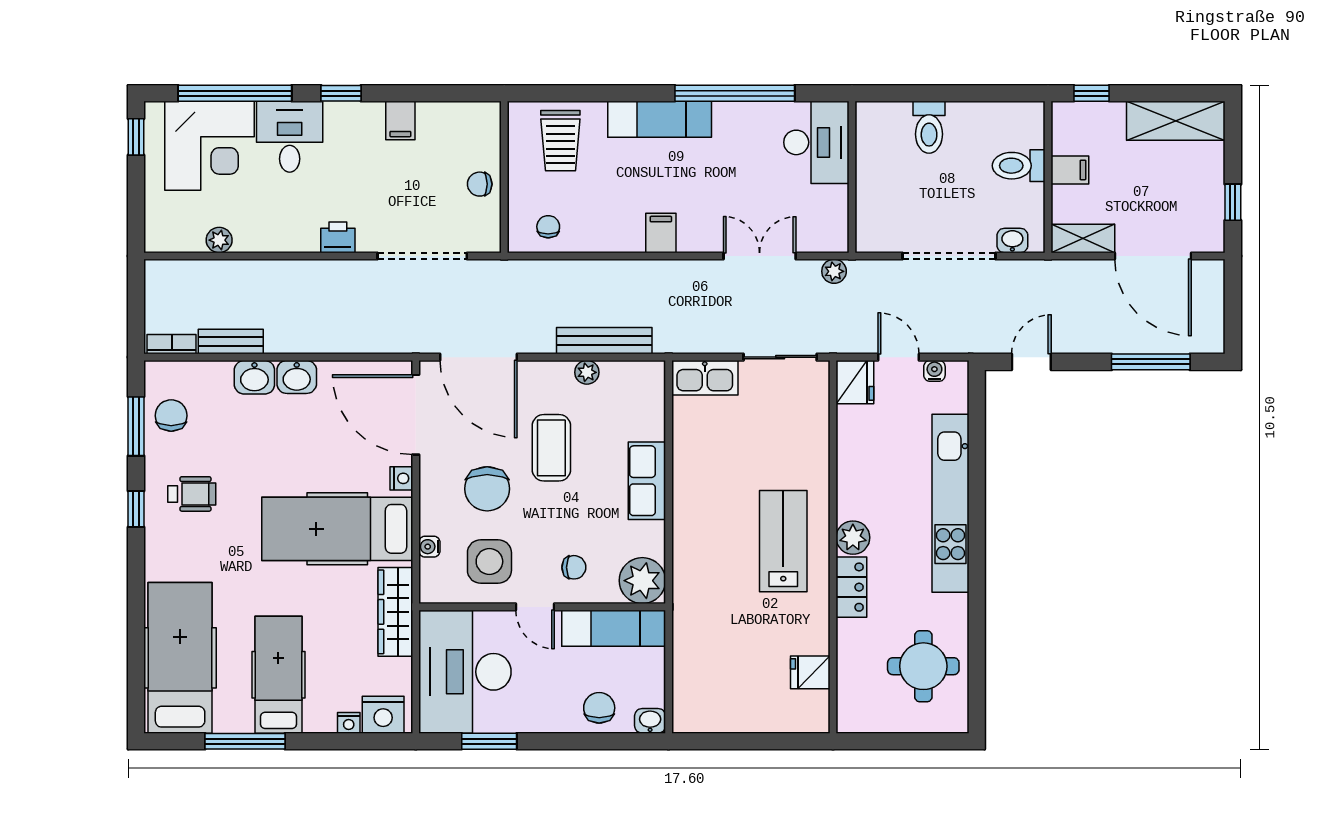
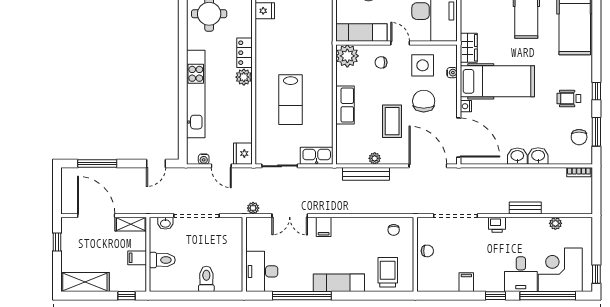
filing cabinet: (661, 233) -> (324, 227), moved
bench: (231, 342) -> (525, 208), moved
lab bench: (783, 541) -> (291, 100), moved
wardrobe: (395, 612) -> (469, 48), width x0.67

